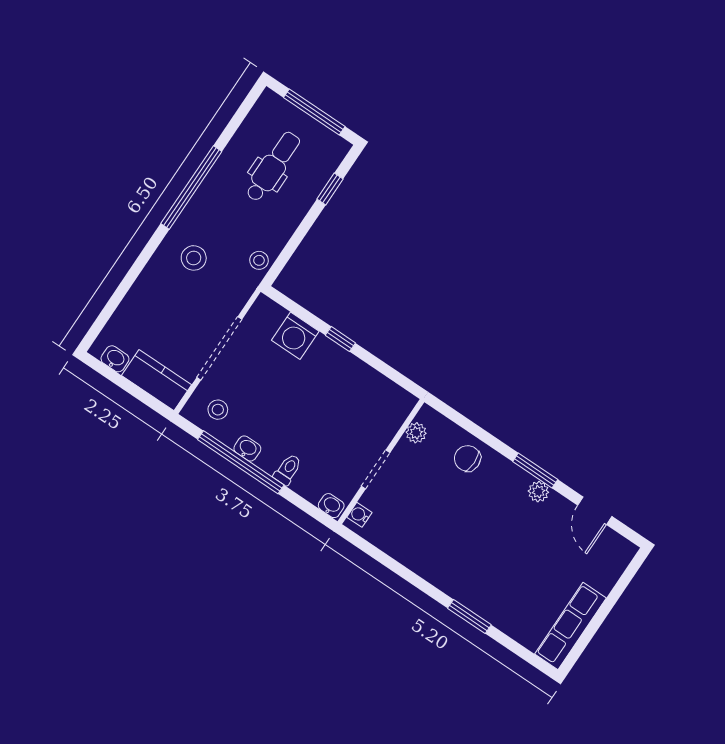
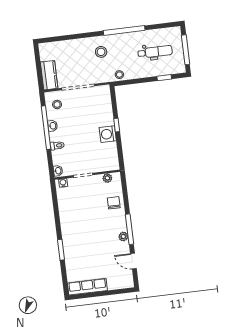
washing machine: (295, 336) -> (108, 134), moved
washbasin: (115, 359) -> (44, 55), removed
window: (535, 470) -> (129, 229), width x1.44
door: (595, 511) -> (133, 261), hinge flipped

